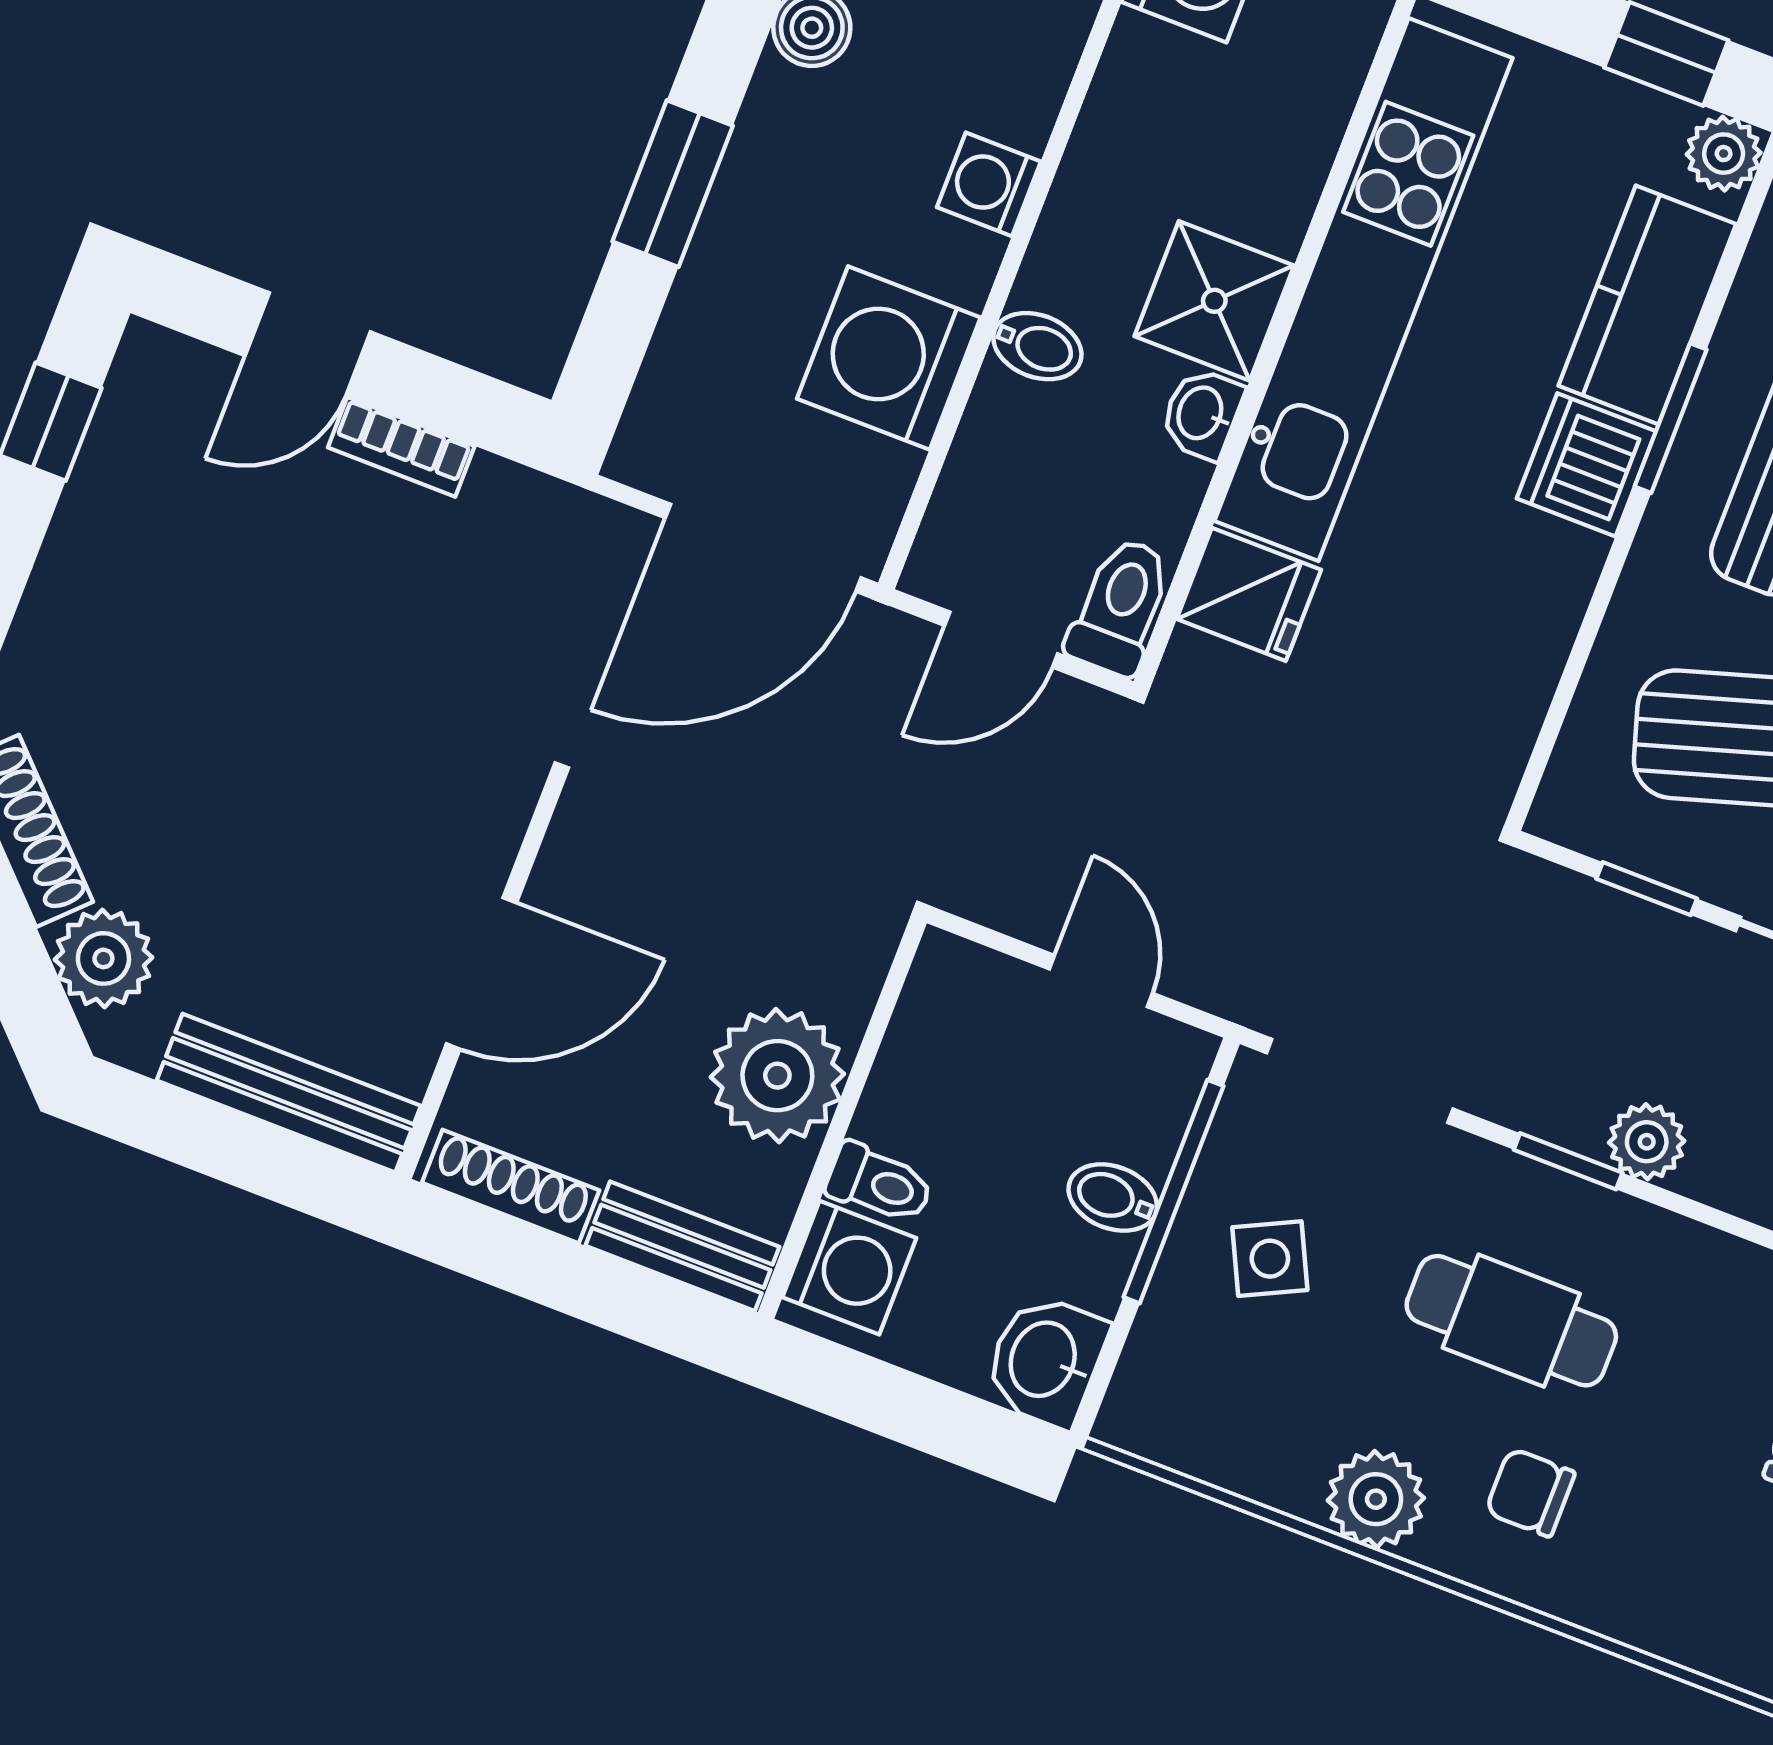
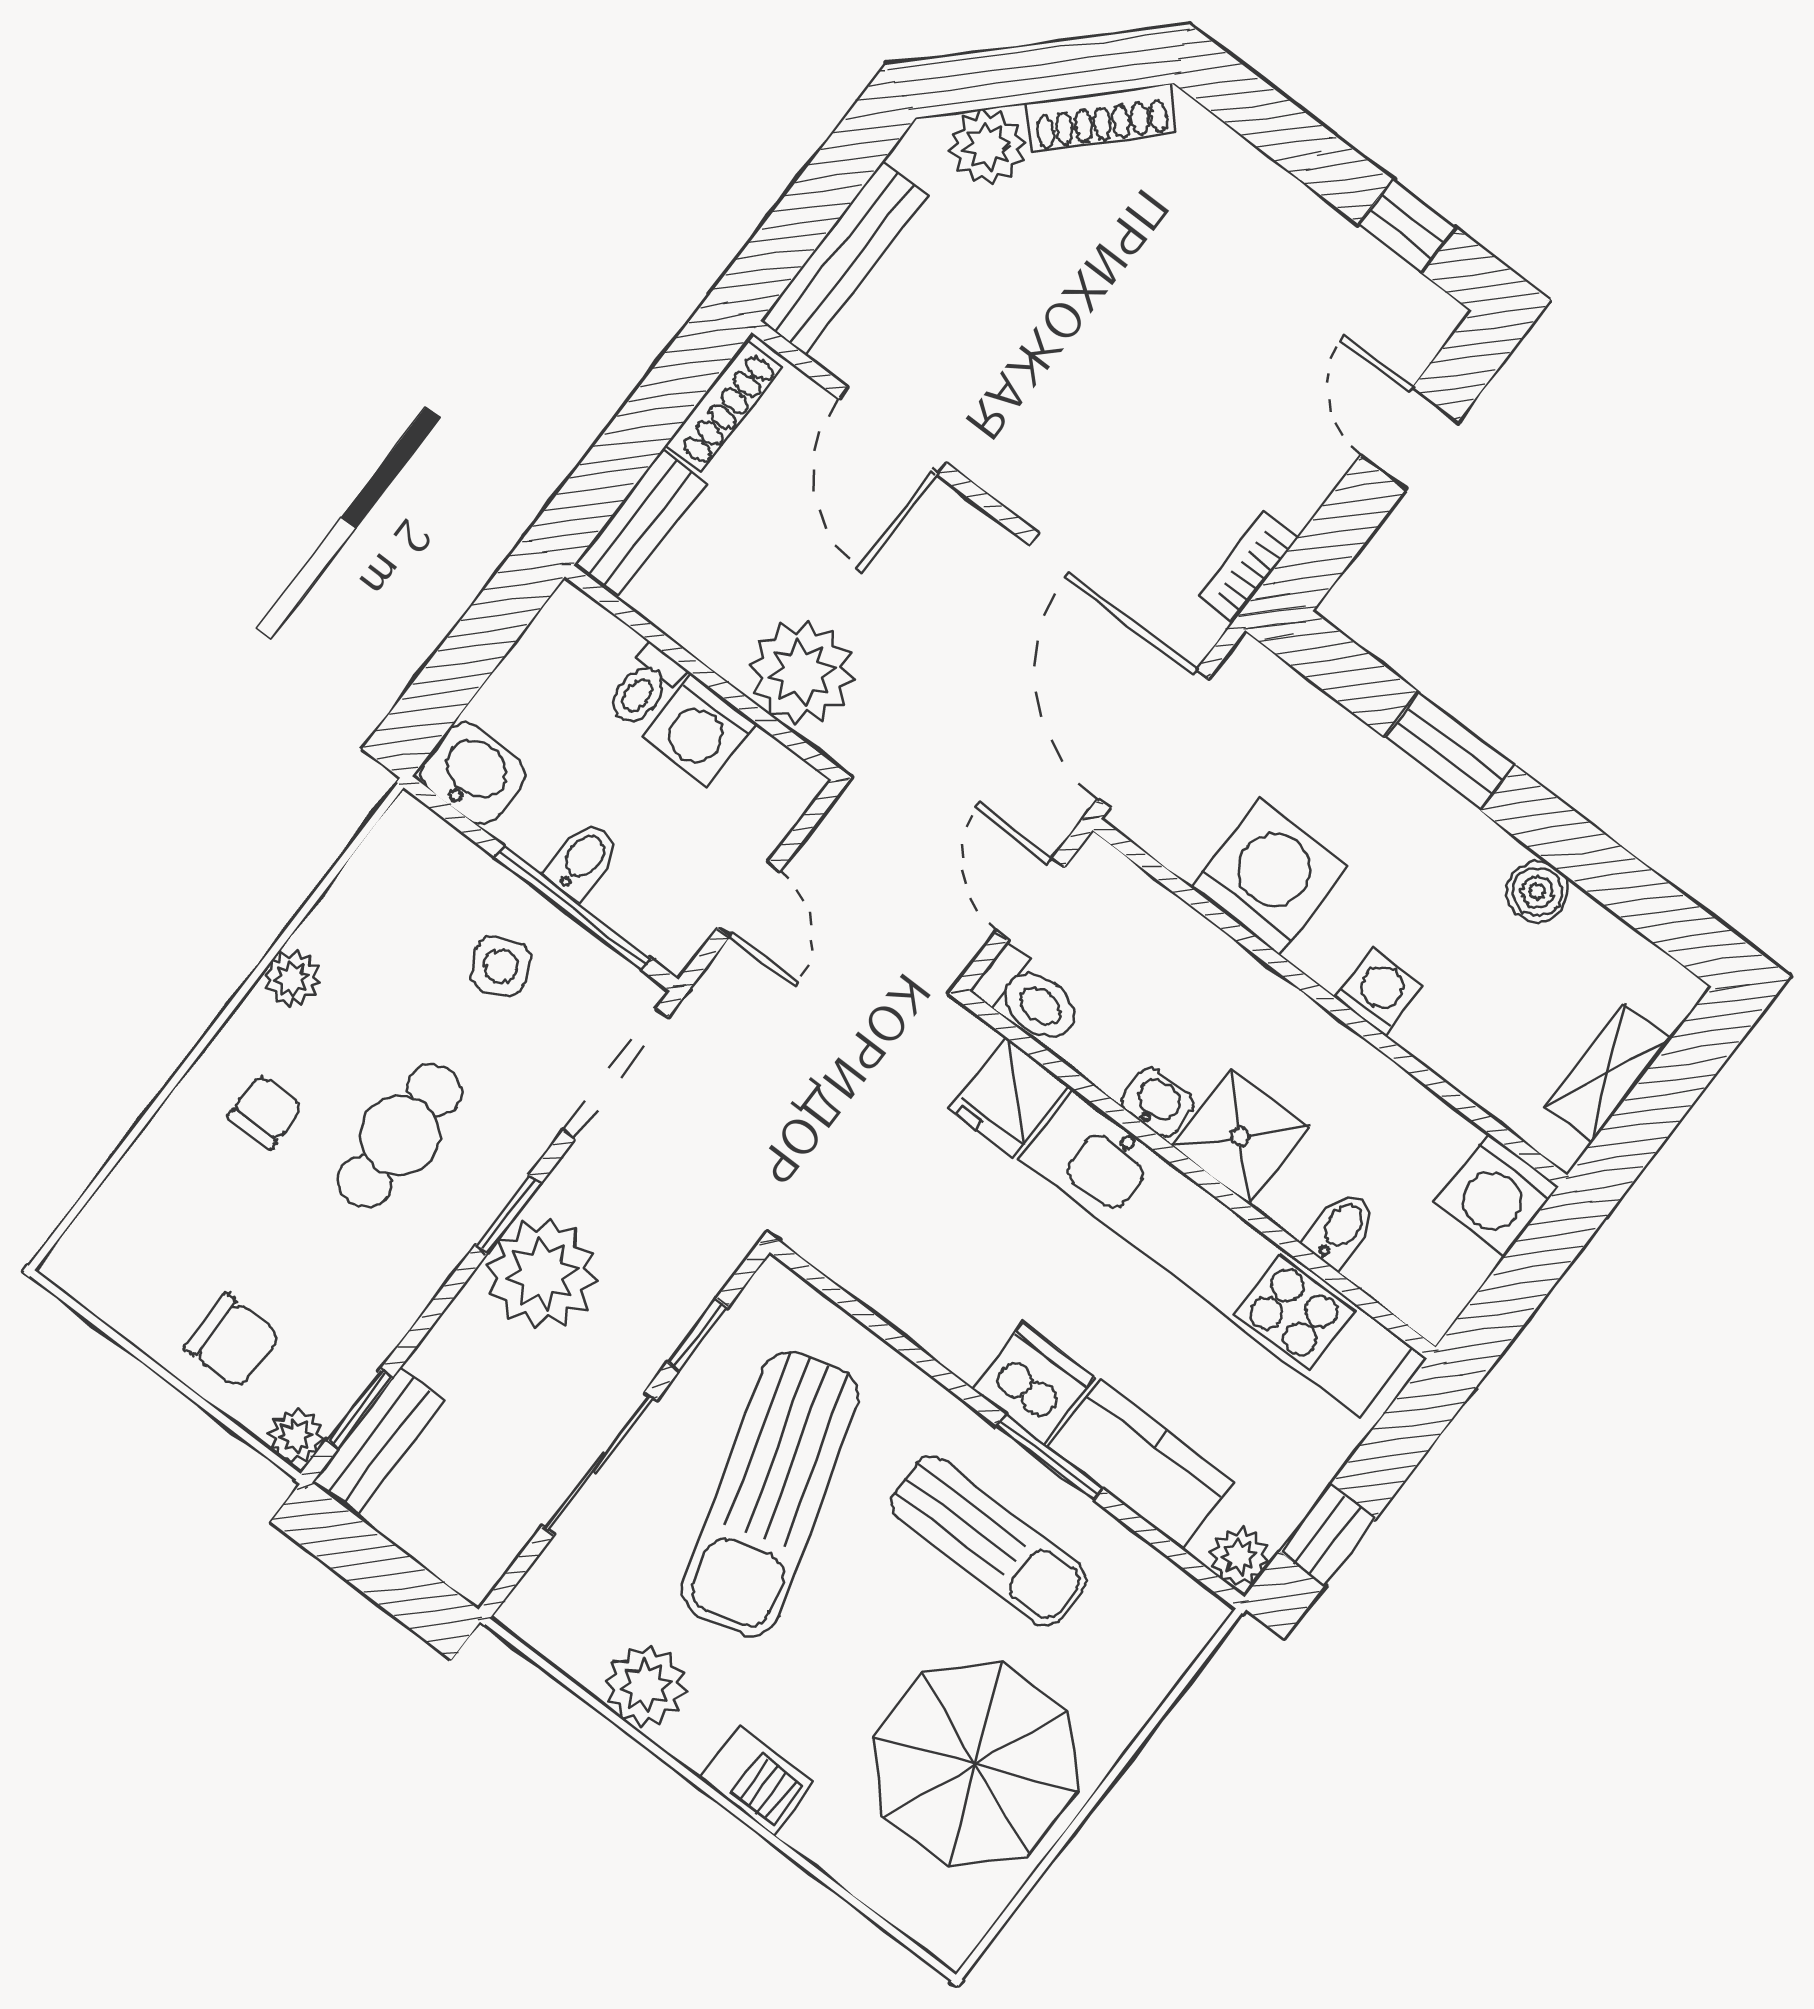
bidet: (1037, 346) -> (1340, 1229), moved, turned 180
bookcase: (401, 447) -> (1248, 568), moved
door: (1101, 981) -> (749, 900), hinge flipped
plant: (777, 1076) -> (801, 673), moved
plant: (1647, 1142) -> (542, 1273), width x1.87, depth x1.87
washing machine: (849, 1268) -> (699, 731), moved
plant: (1376, 1499) -> (292, 979), width x0.73, depth x0.73

